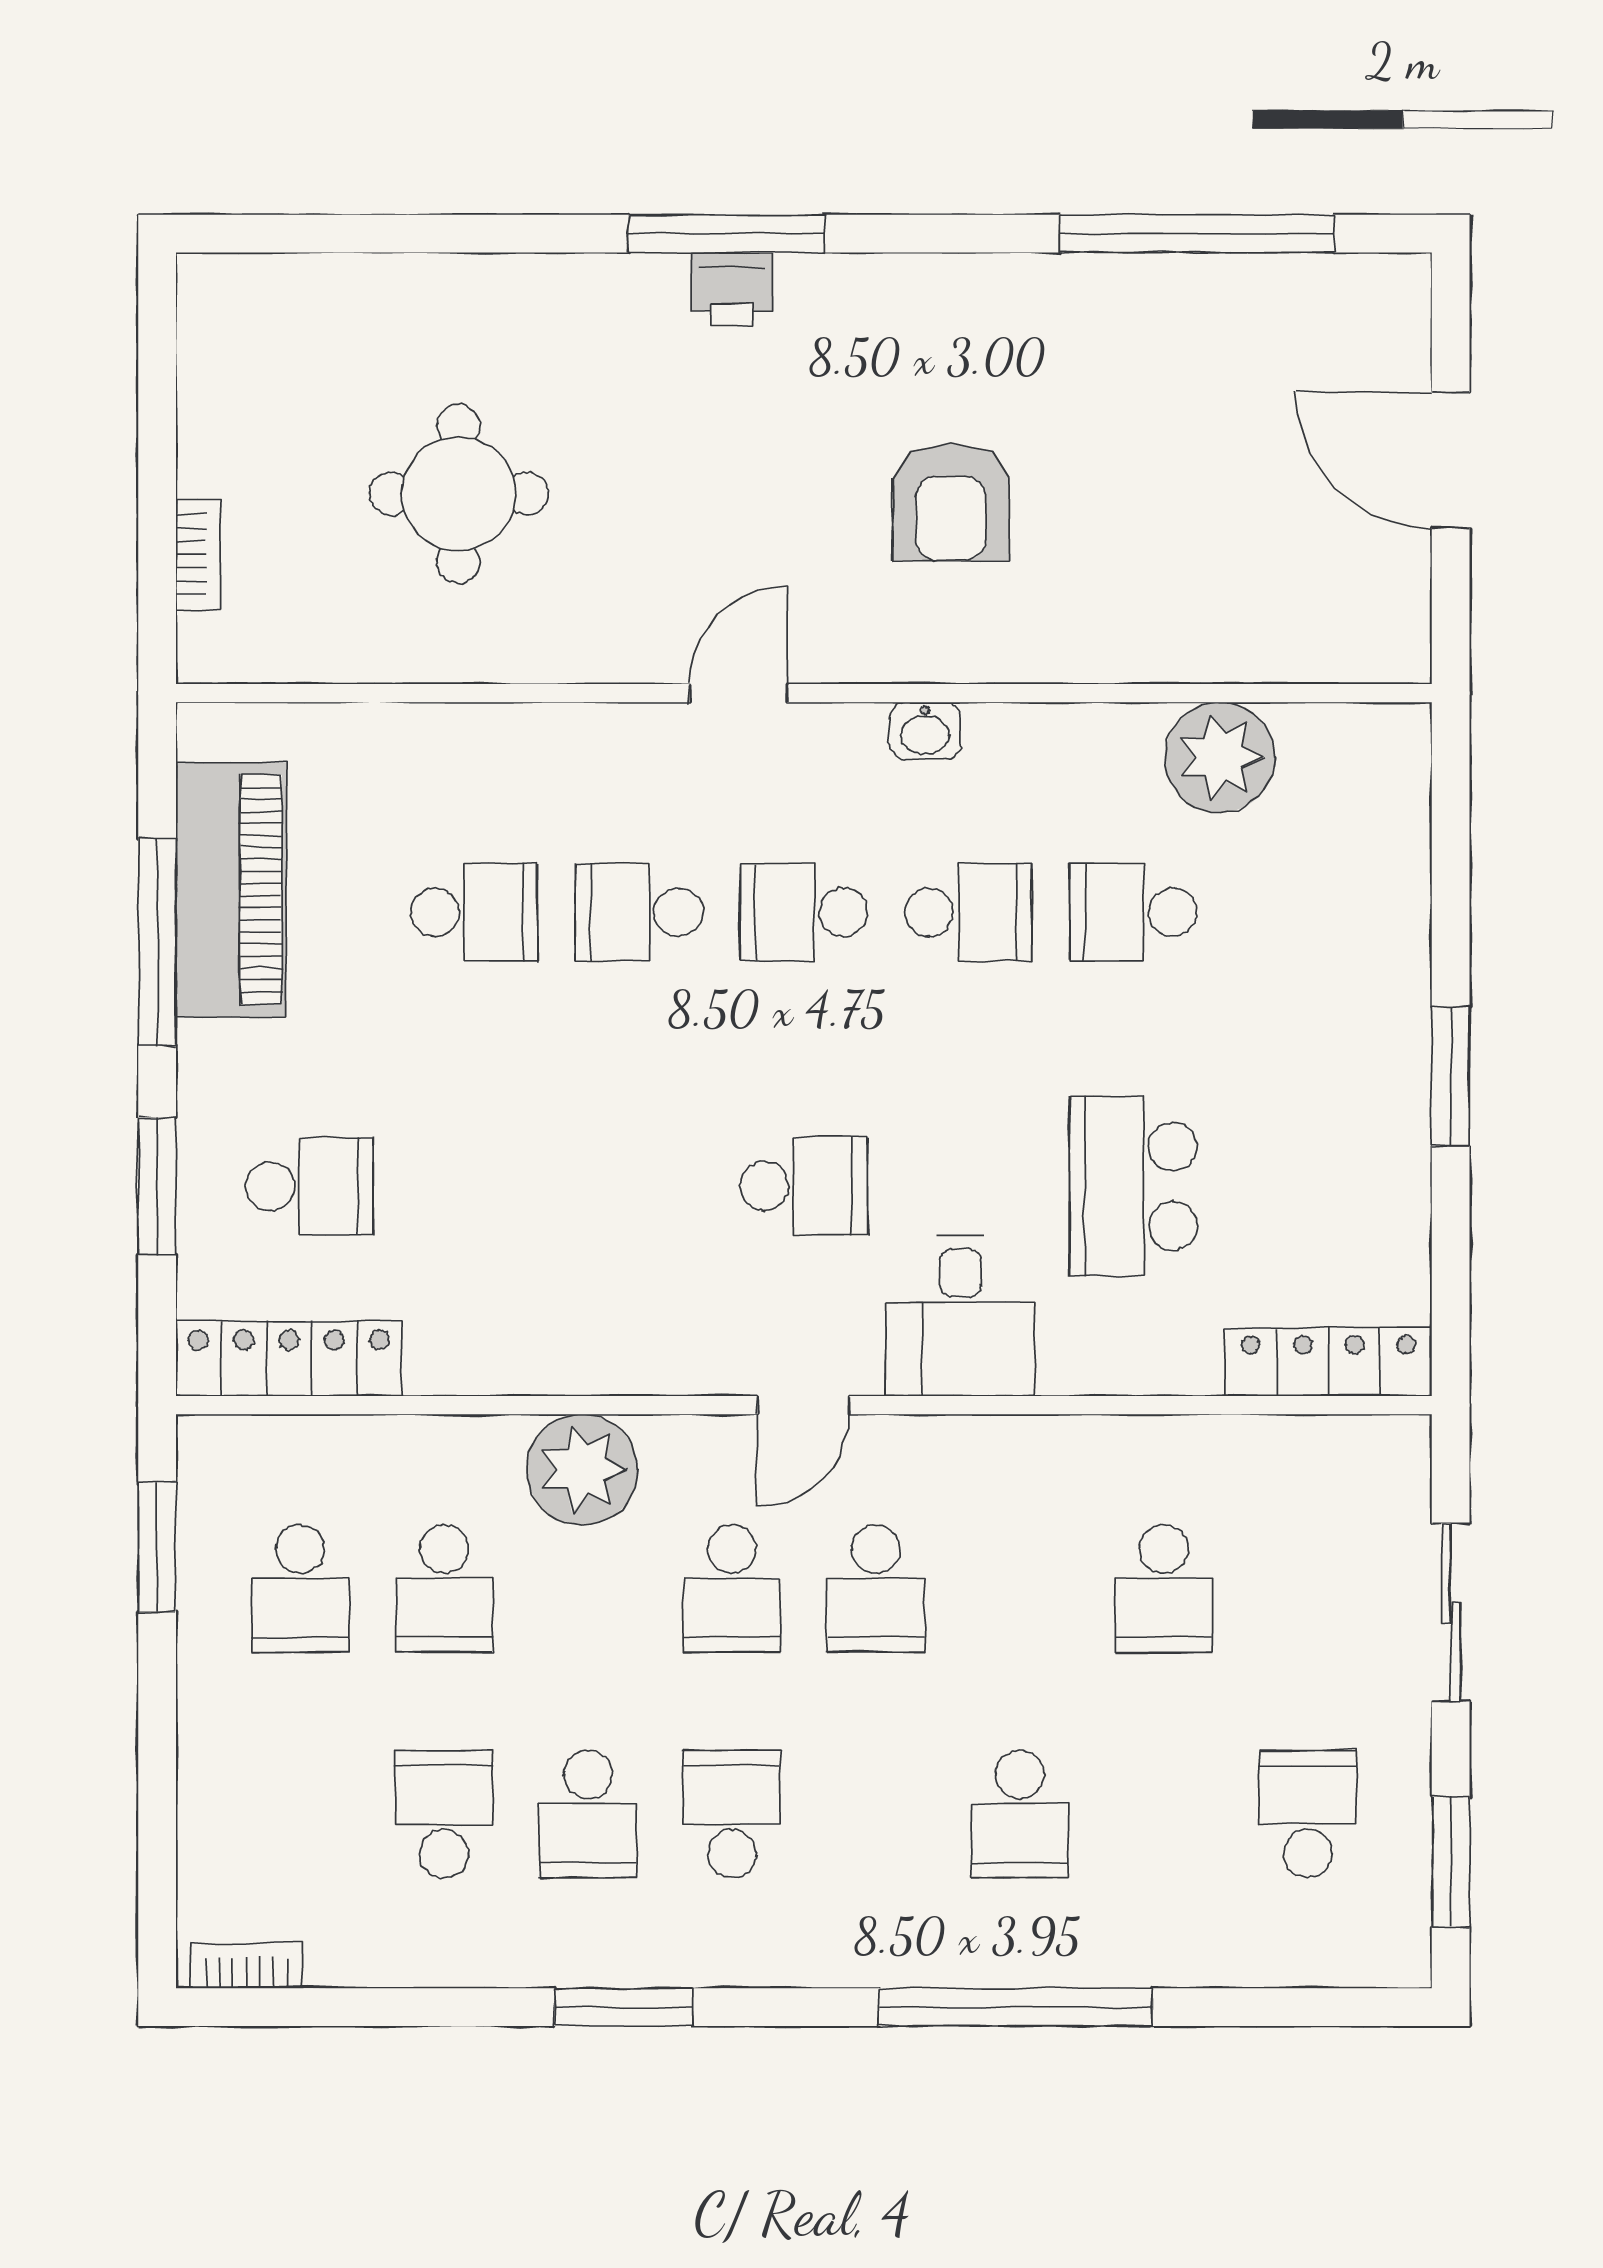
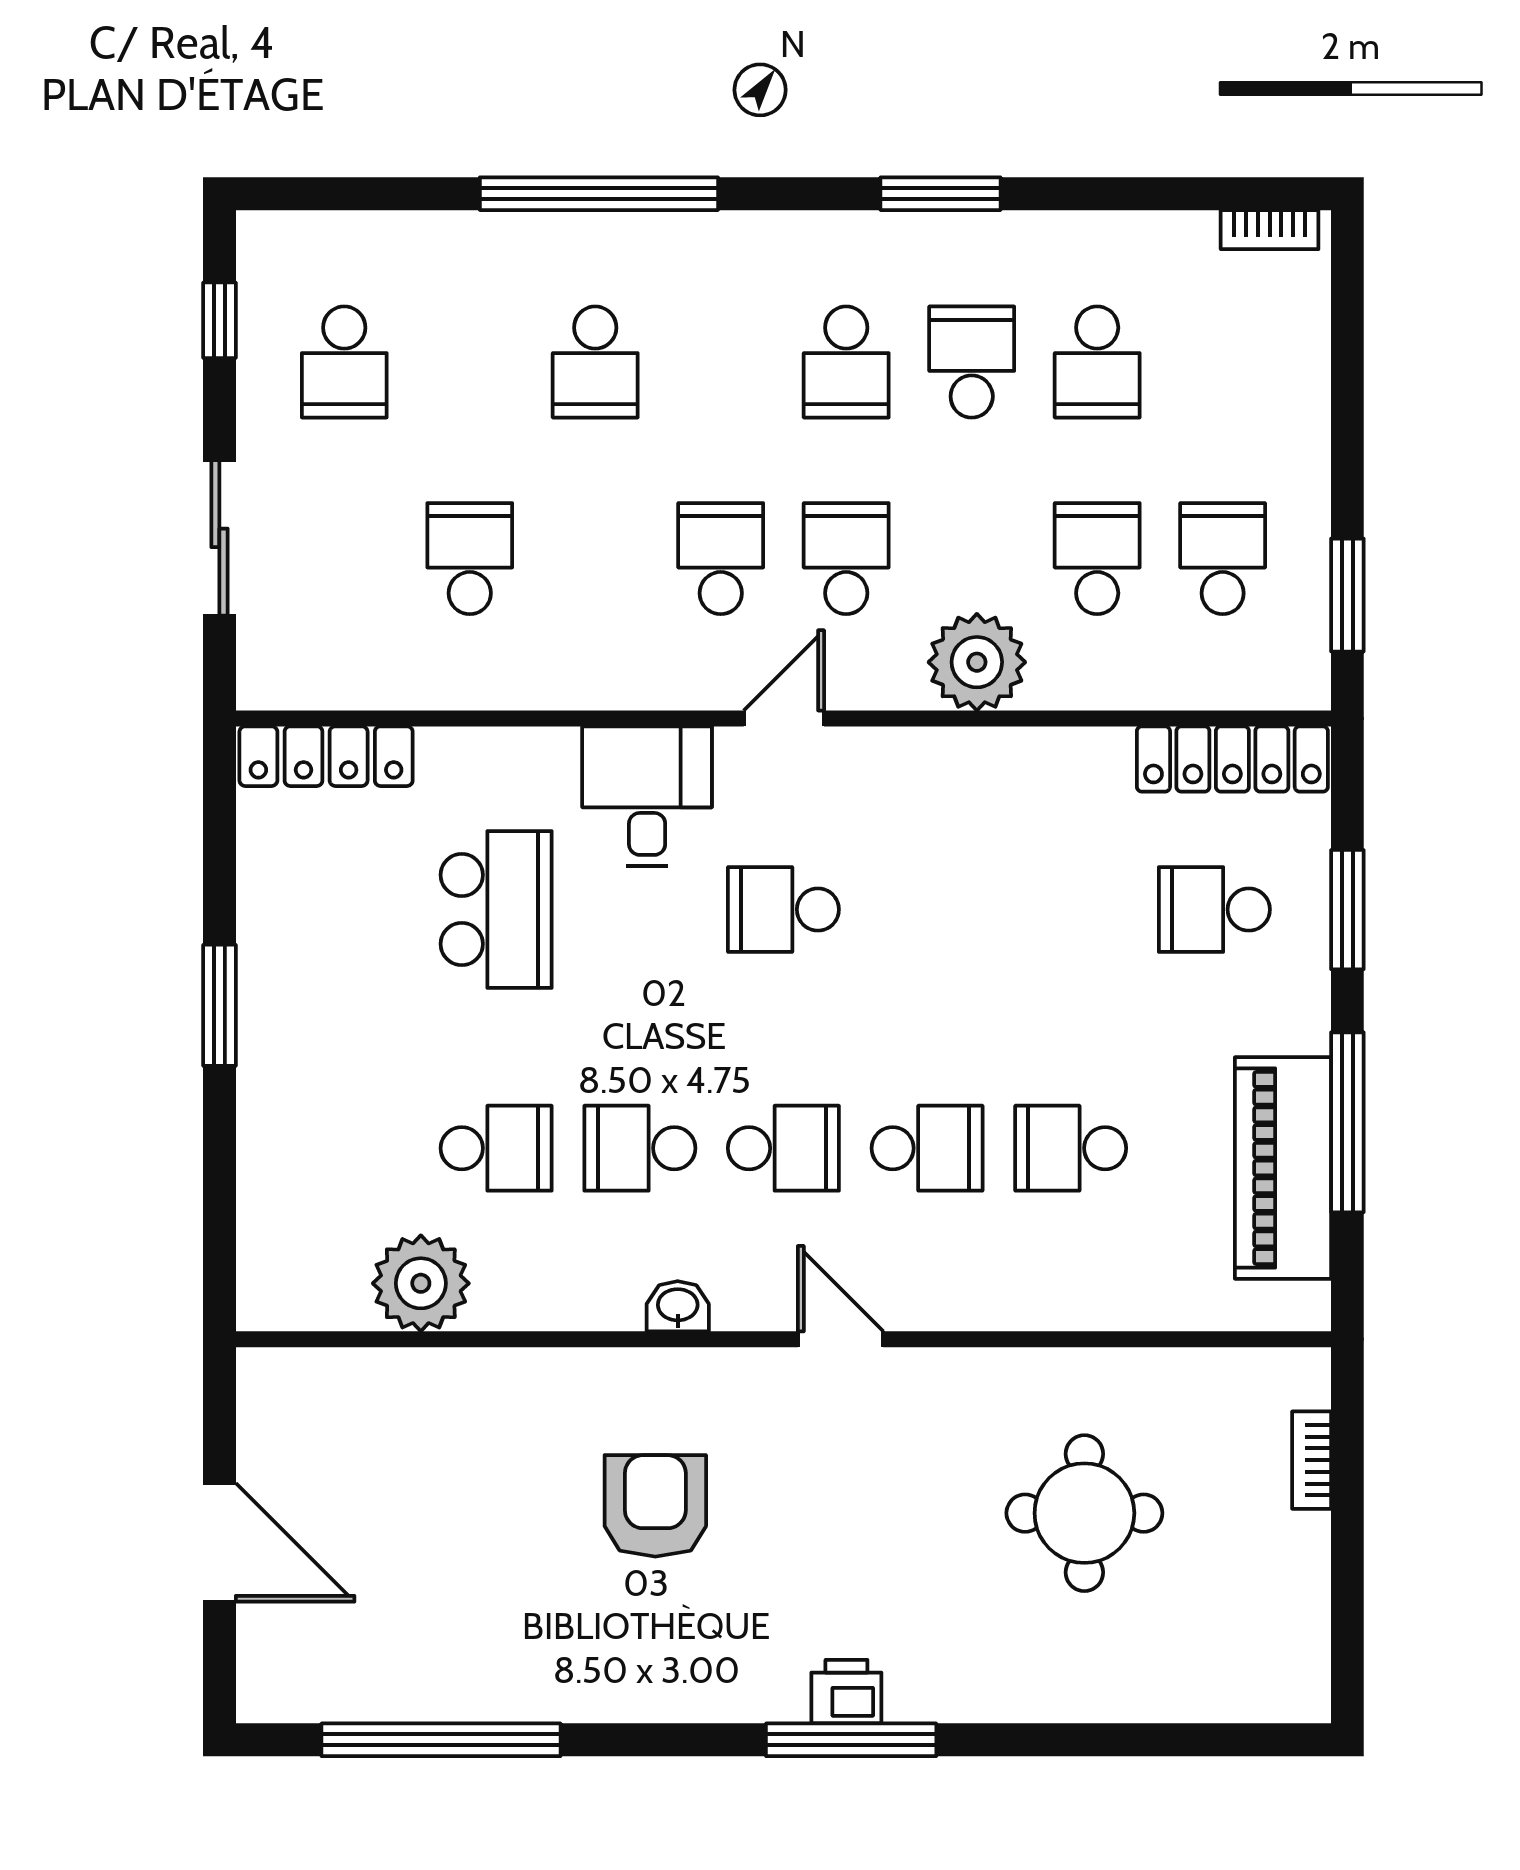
door: (738, 693) -> (841, 1339), swing flipped
school desk: (1020, 1814) -> (595, 362), turned 180
window: (1451, 1862) -> (219, 320), width x0.67

